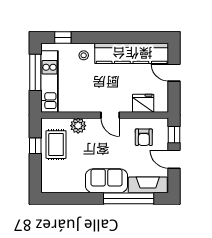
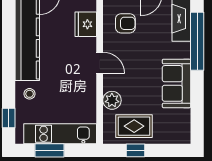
window: (35, 72) -> (49, 150), width x0.69
door: (110, 115) -> (100, 63), hinge flipped
sofa: (107, 181) -> (176, 83), moved

